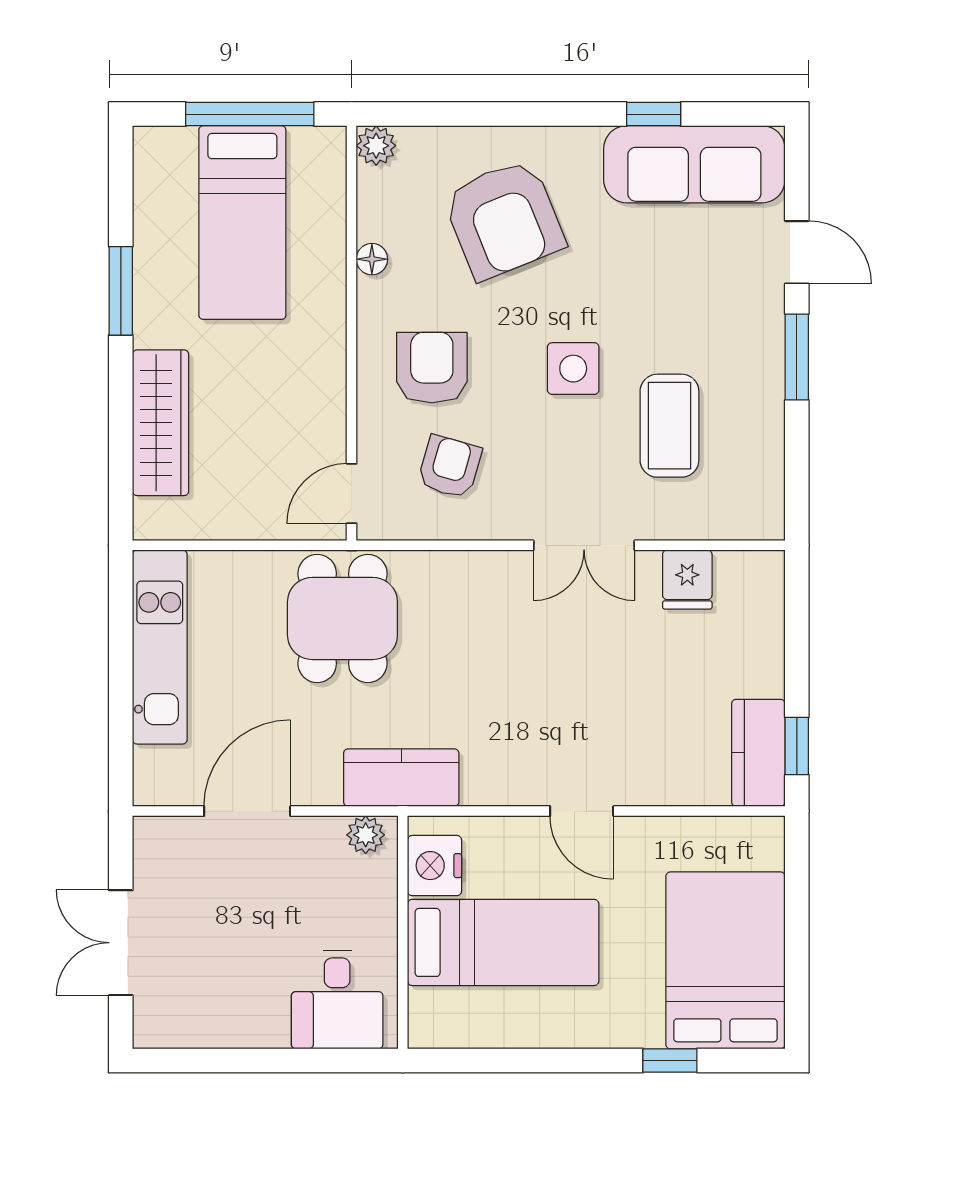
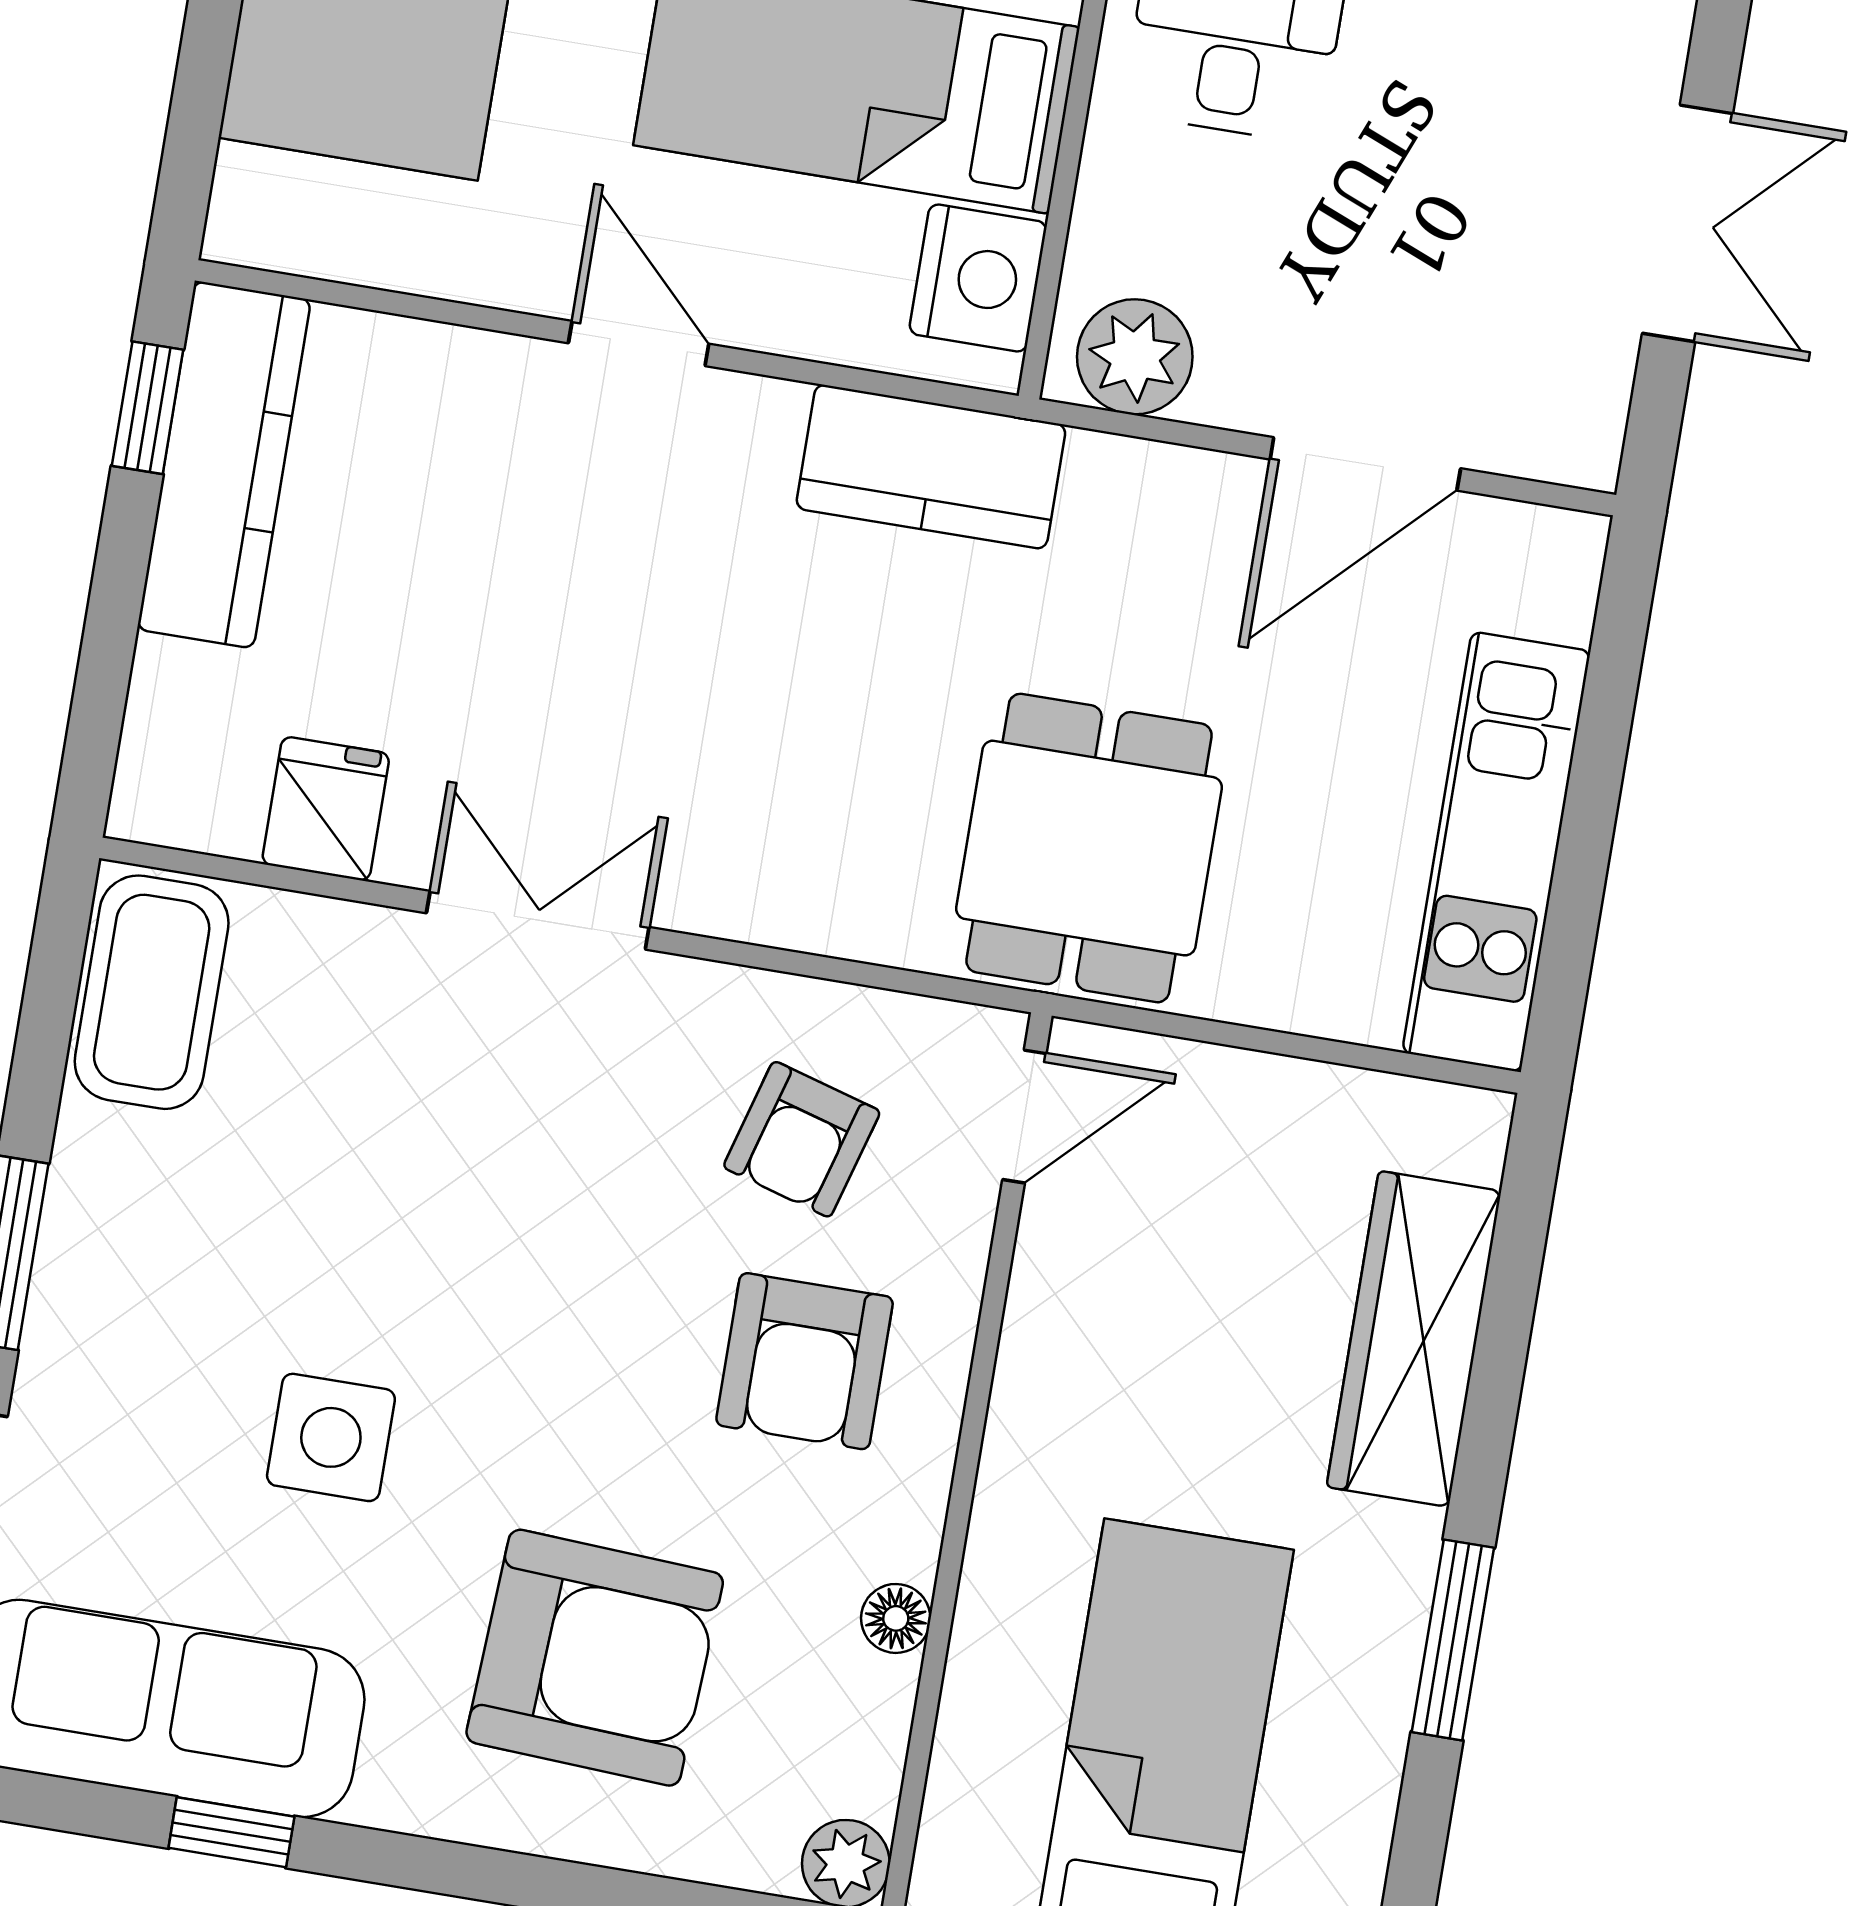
armchair: (504, 219) -> (595, 1658), turned 115
side table: (573, 369) -> (331, 1437), moved
coffee table: (669, 426) -> (152, 992), moved
kitchen counter: (758, 753) -> (224, 465), width x1.50
kitchen counter: (401, 778) -> (931, 467), moved
plant: (366, 835) -> (1135, 357), width x1.38, depth x1.38

